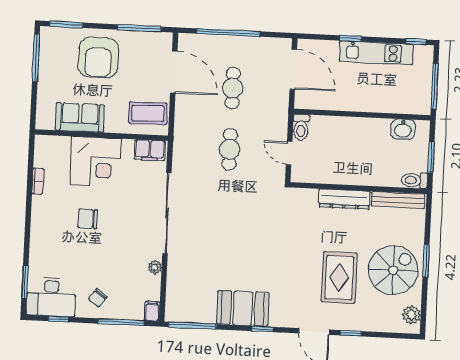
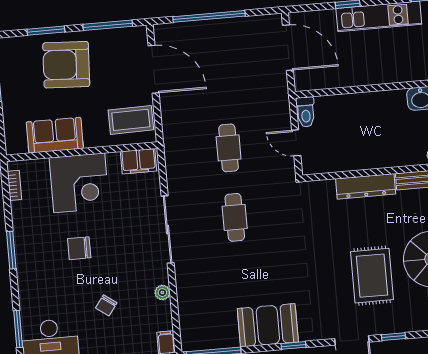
window: (66, 25) -> (46, 31), moved
armchair: (98, 58) -> (66, 65), turned 93
cafe table: (233, 88) -> (235, 217), moved
bookcase: (38, 181) -> (14, 185), moved
window: (28, 212) -> (11, 250), added
sliding door: (167, 213) -> (168, 229), width x0.73
chair: (98, 298) -> (106, 305), moved

